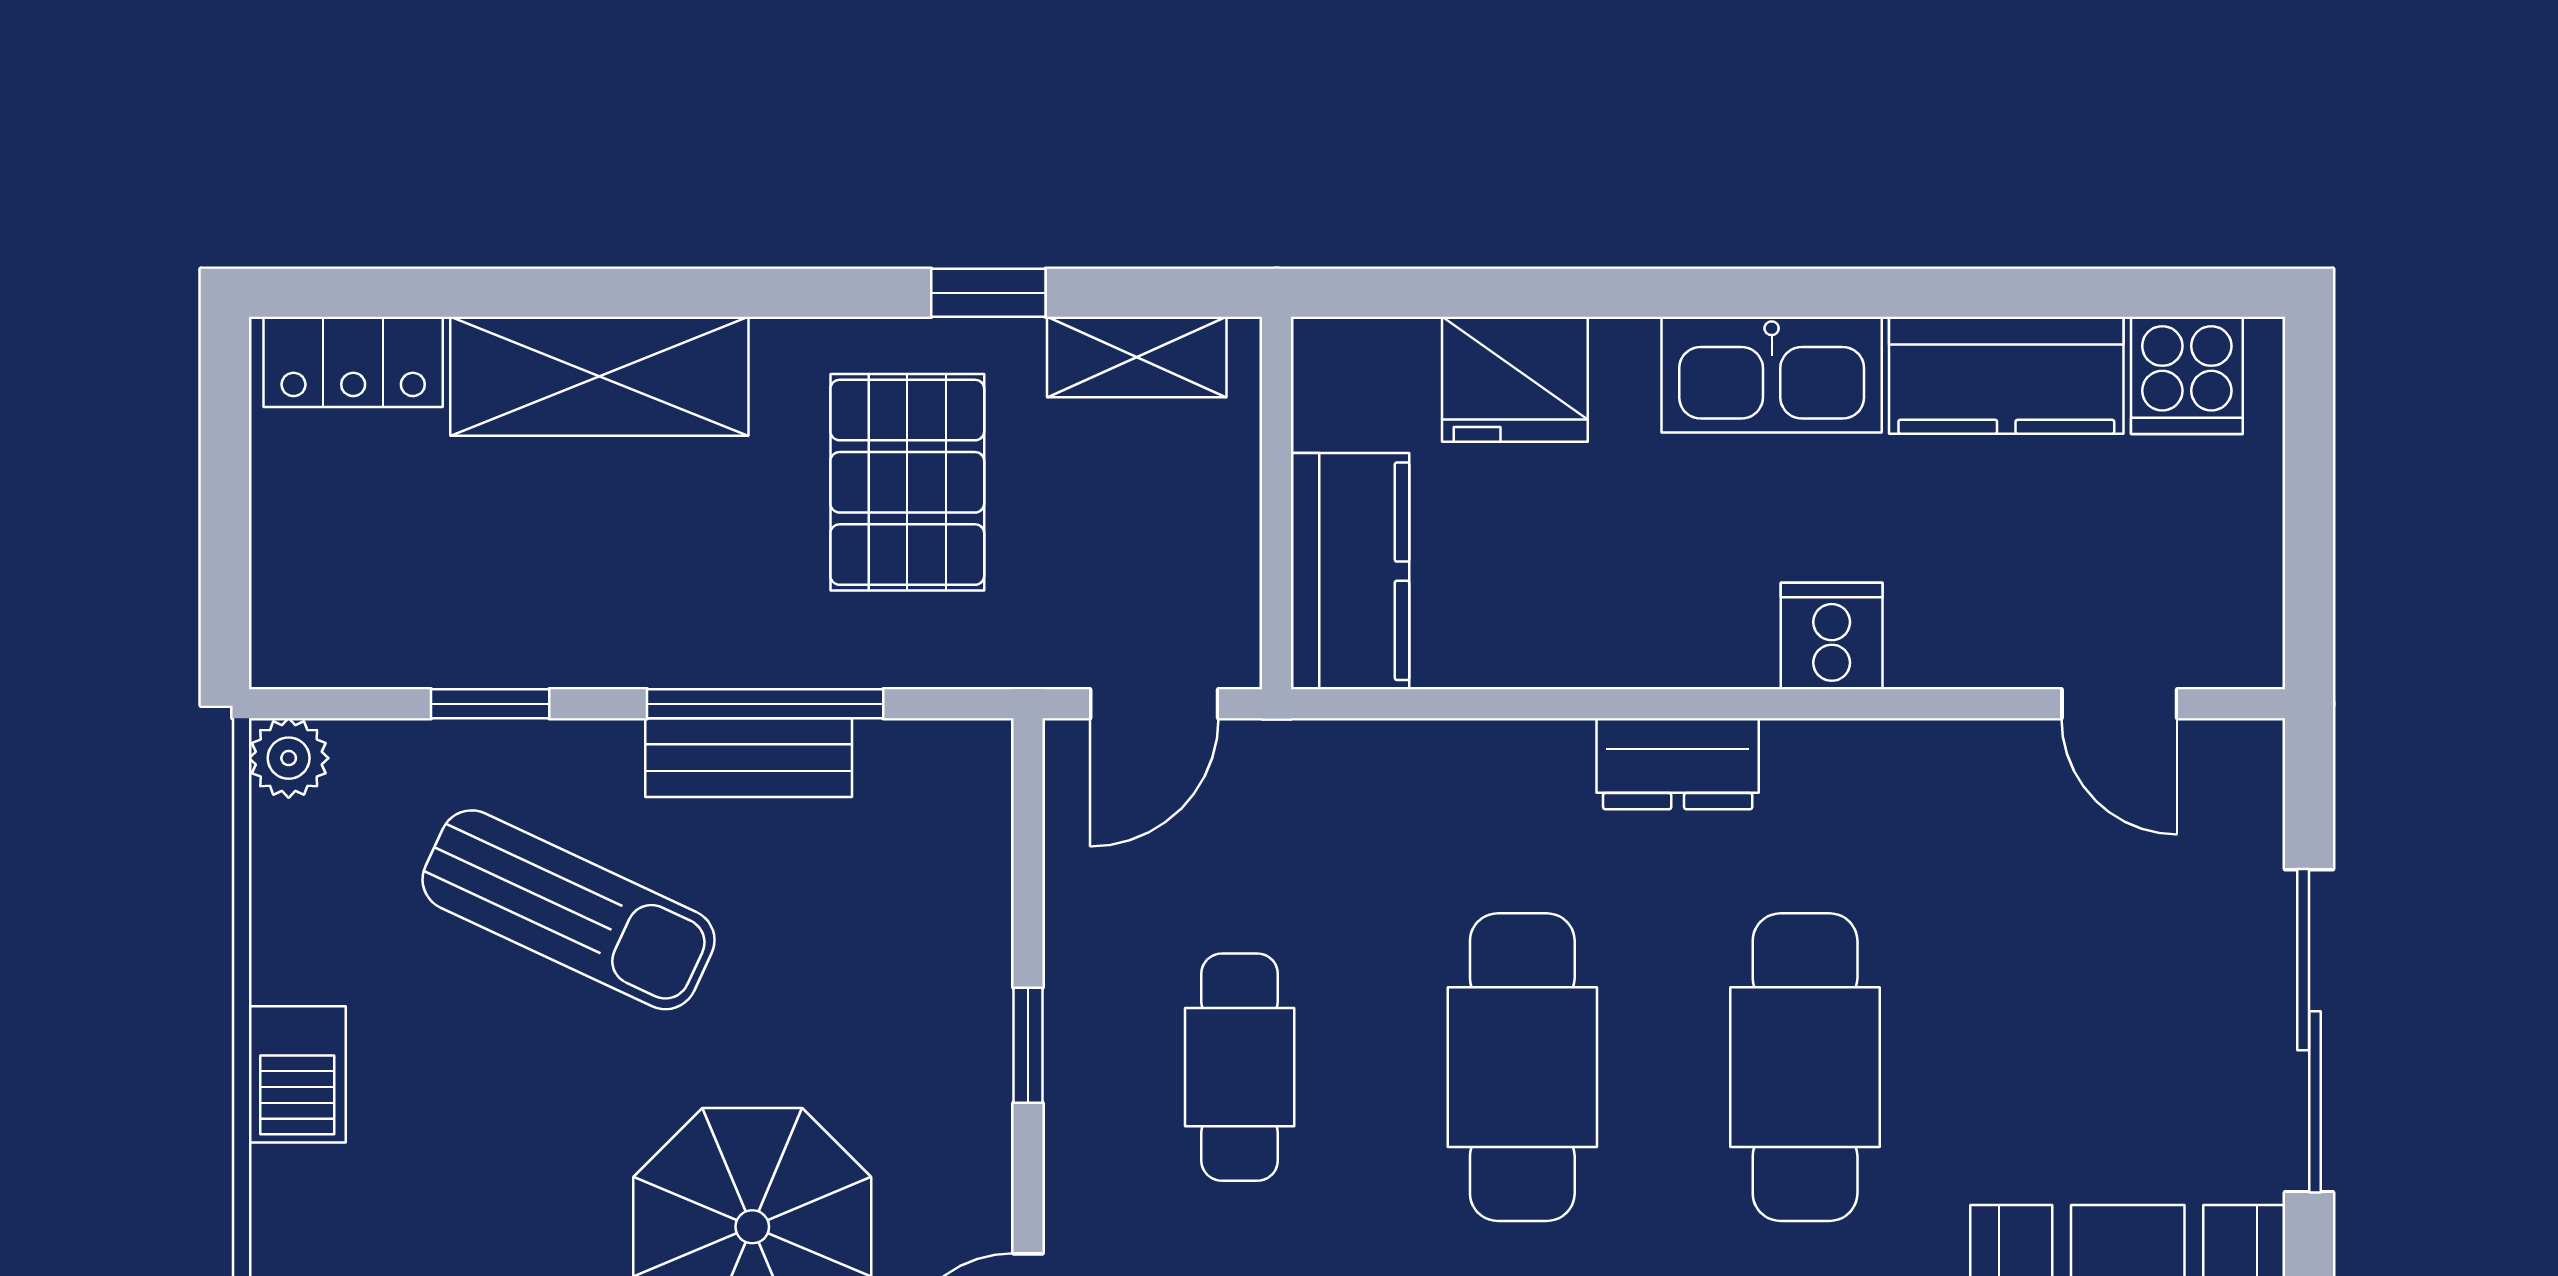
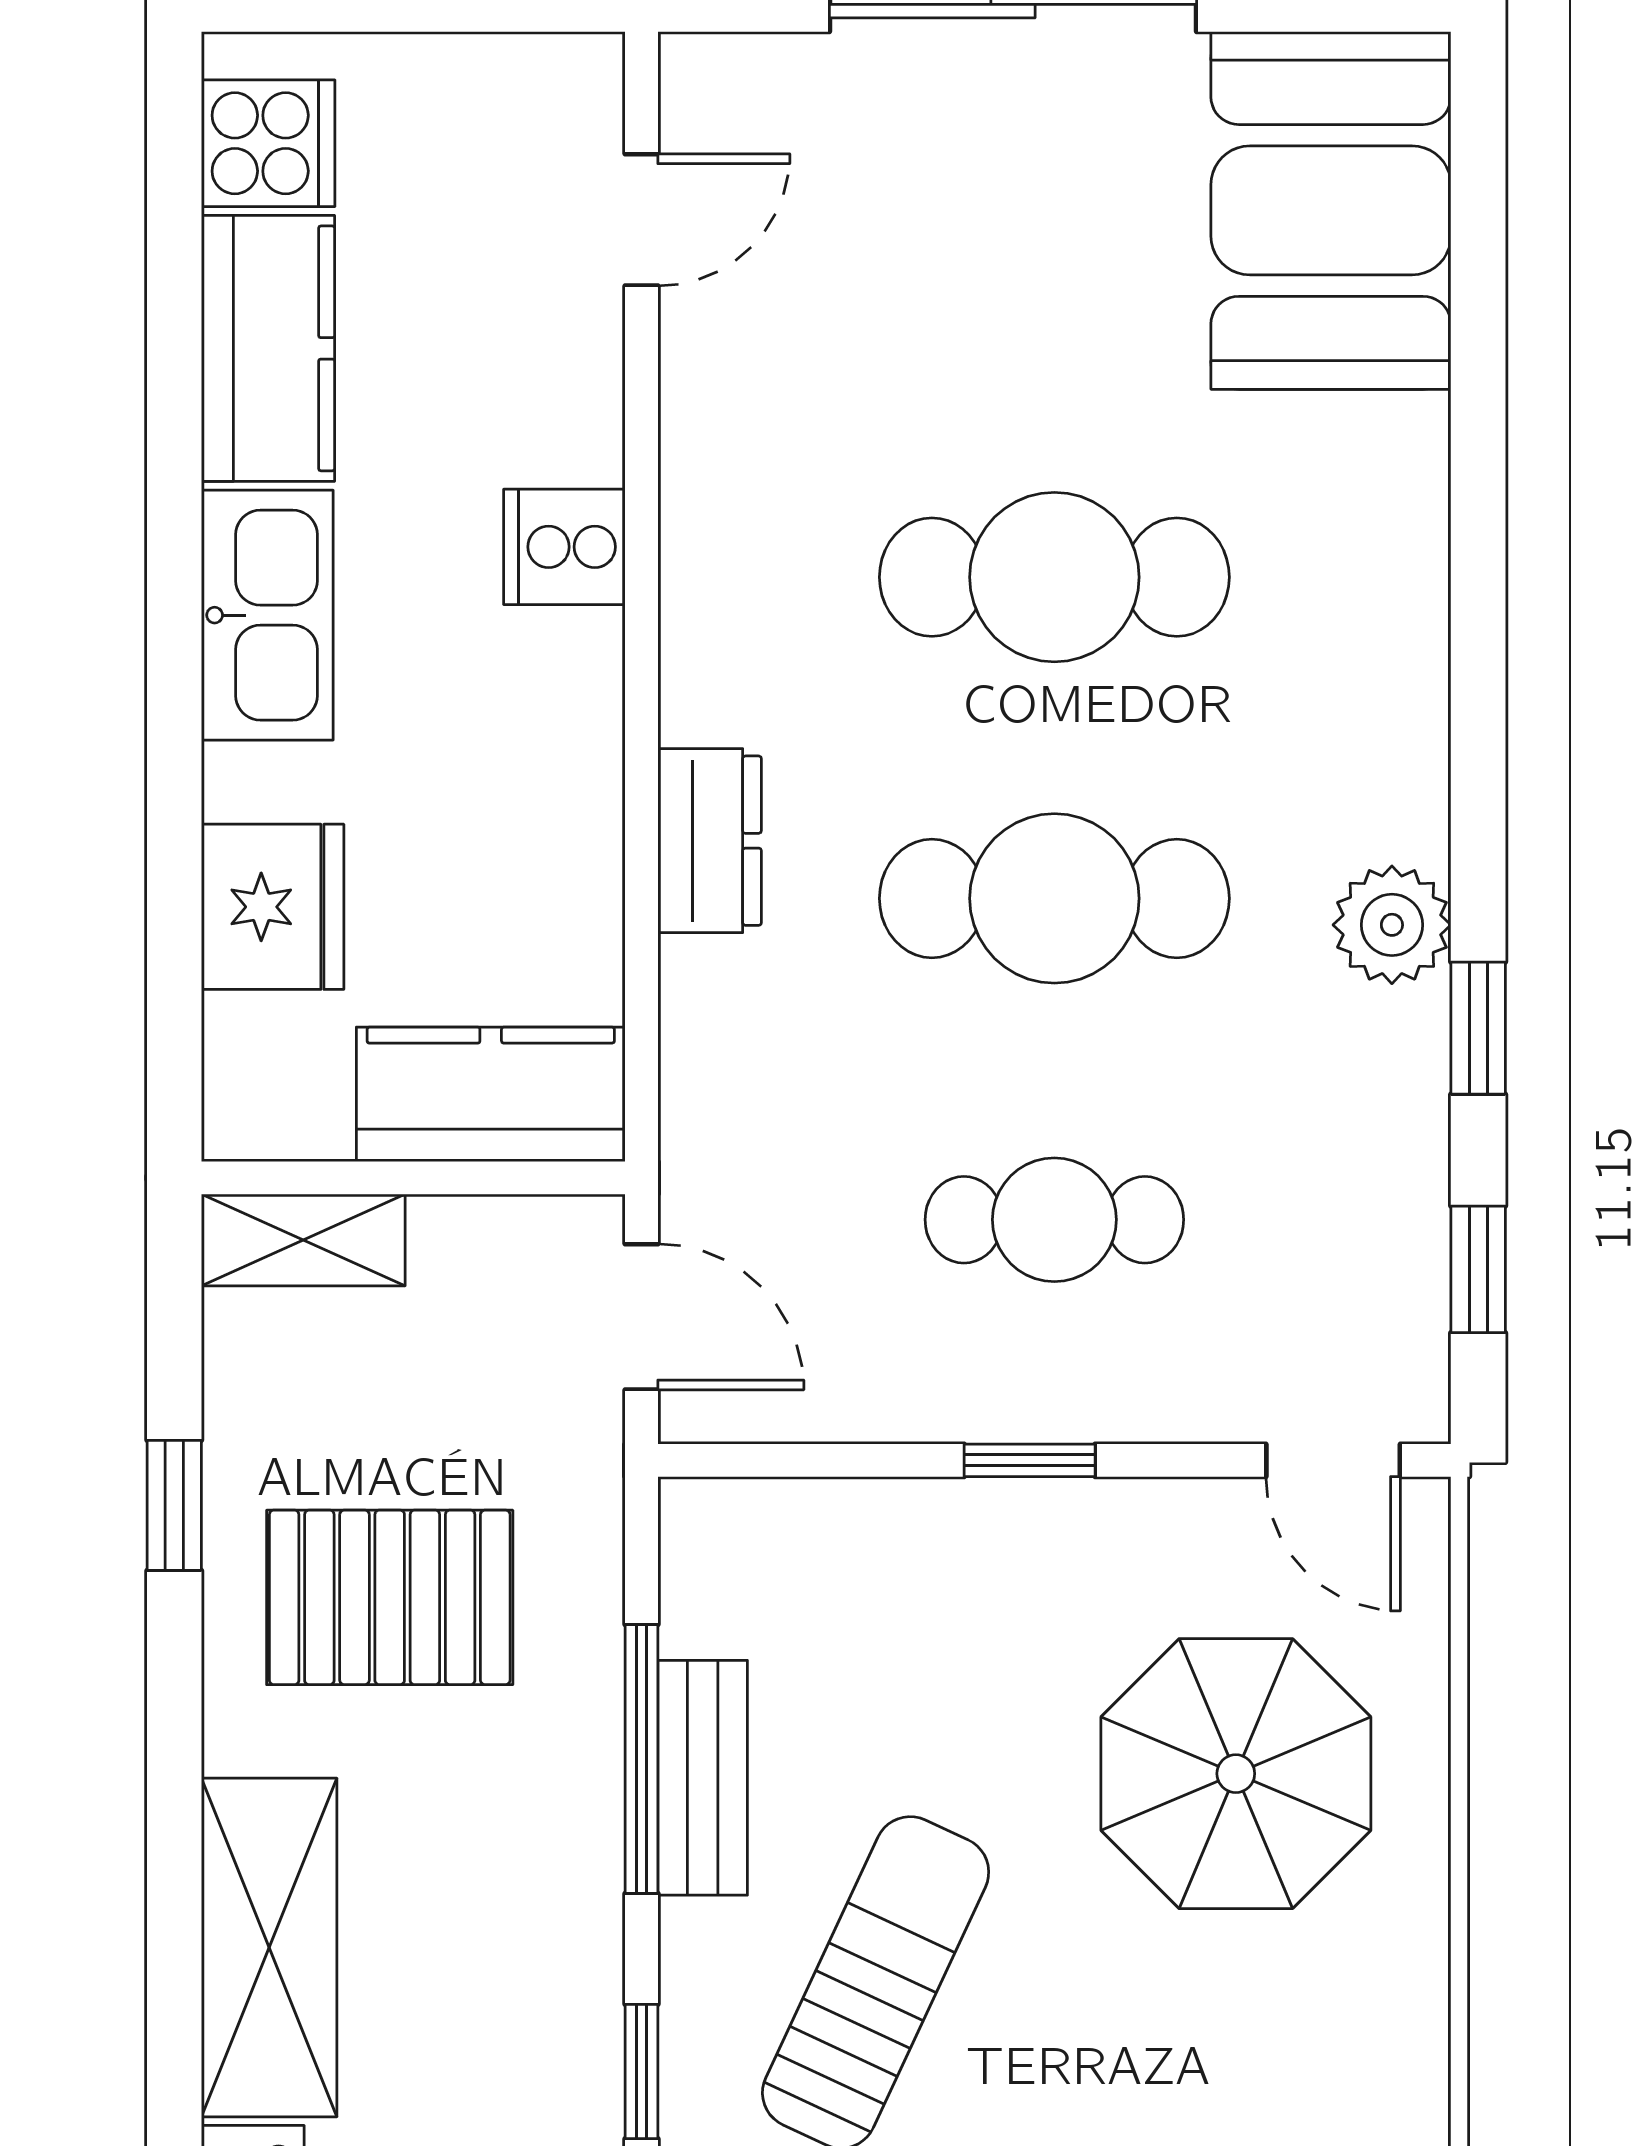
shelving: (1137, 357) -> (303, 1240), moved, turned 90
dresser: (1678, 764) -> (710, 841), moved

